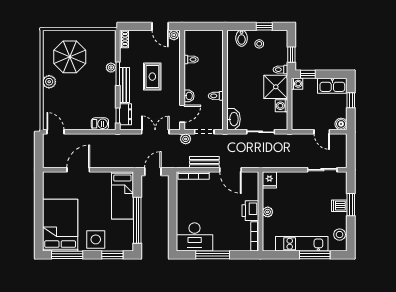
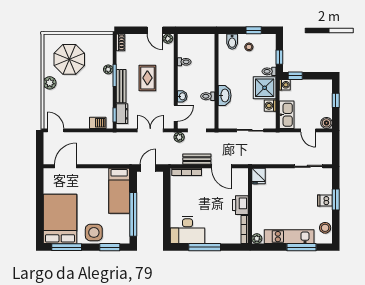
kitchen sink: (332, 86) -> (287, 115), moved, turned -90
washbasin: (234, 119) -> (225, 95), moved
door: (78, 170) -> (65, 166), moved
plant: (268, 212) -> (257, 239), moved

